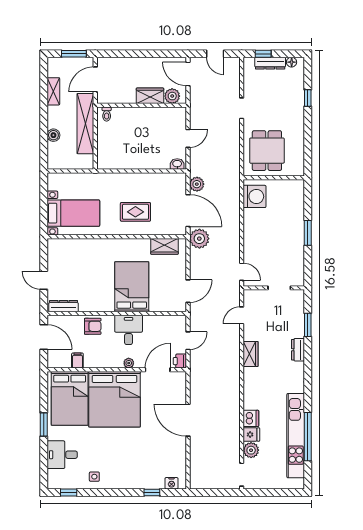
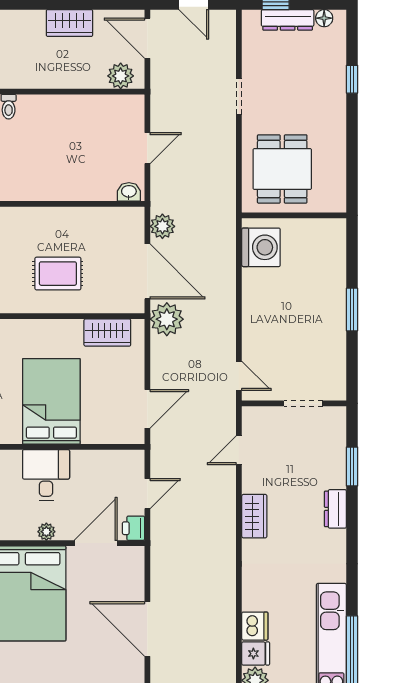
wardrobe: (150, 96) -> (69, 23), moved, turned 180

